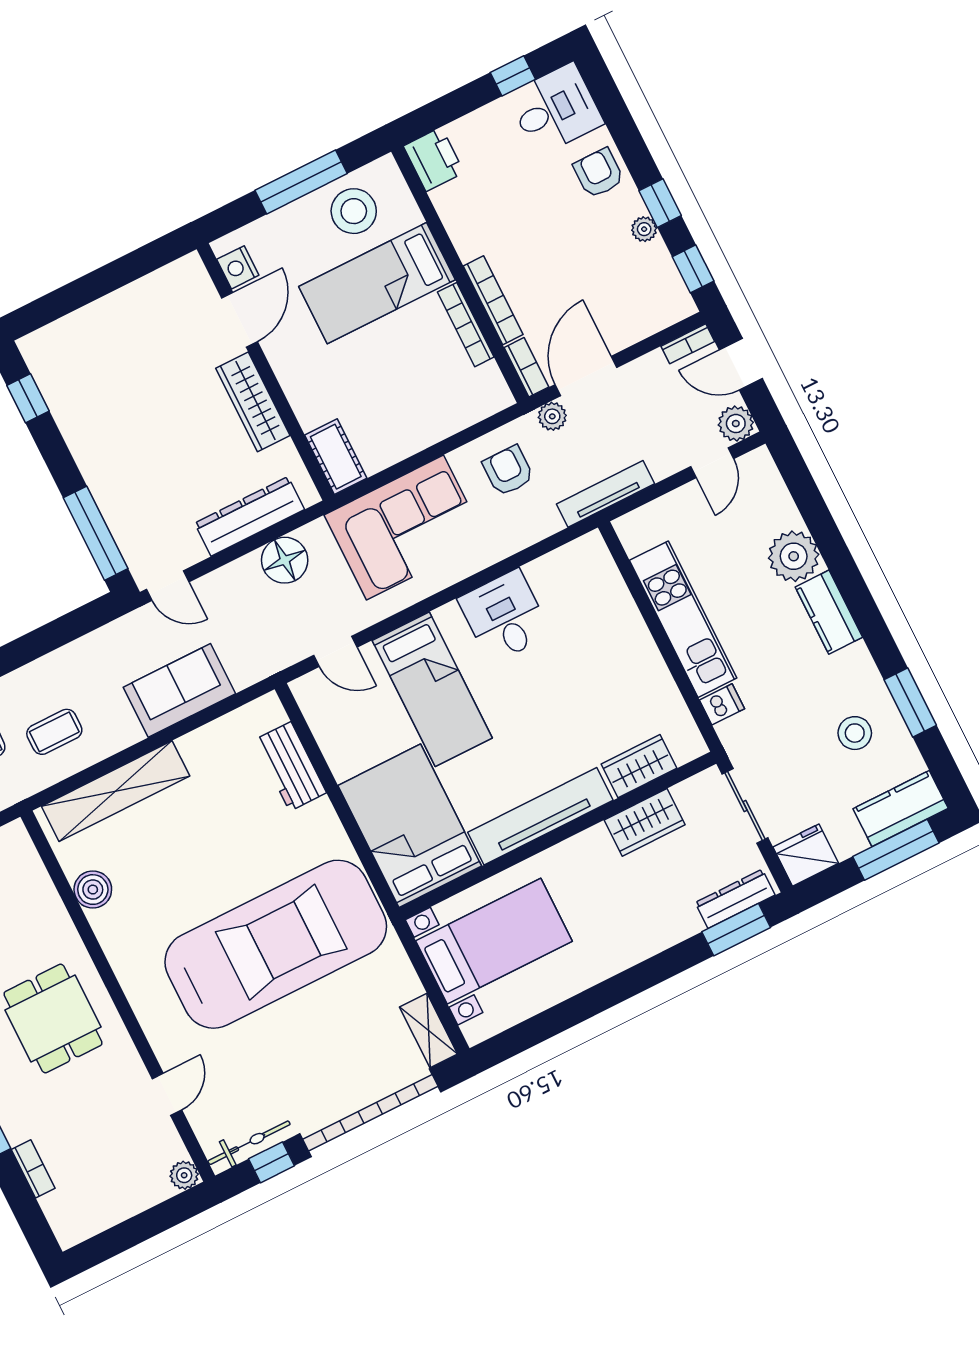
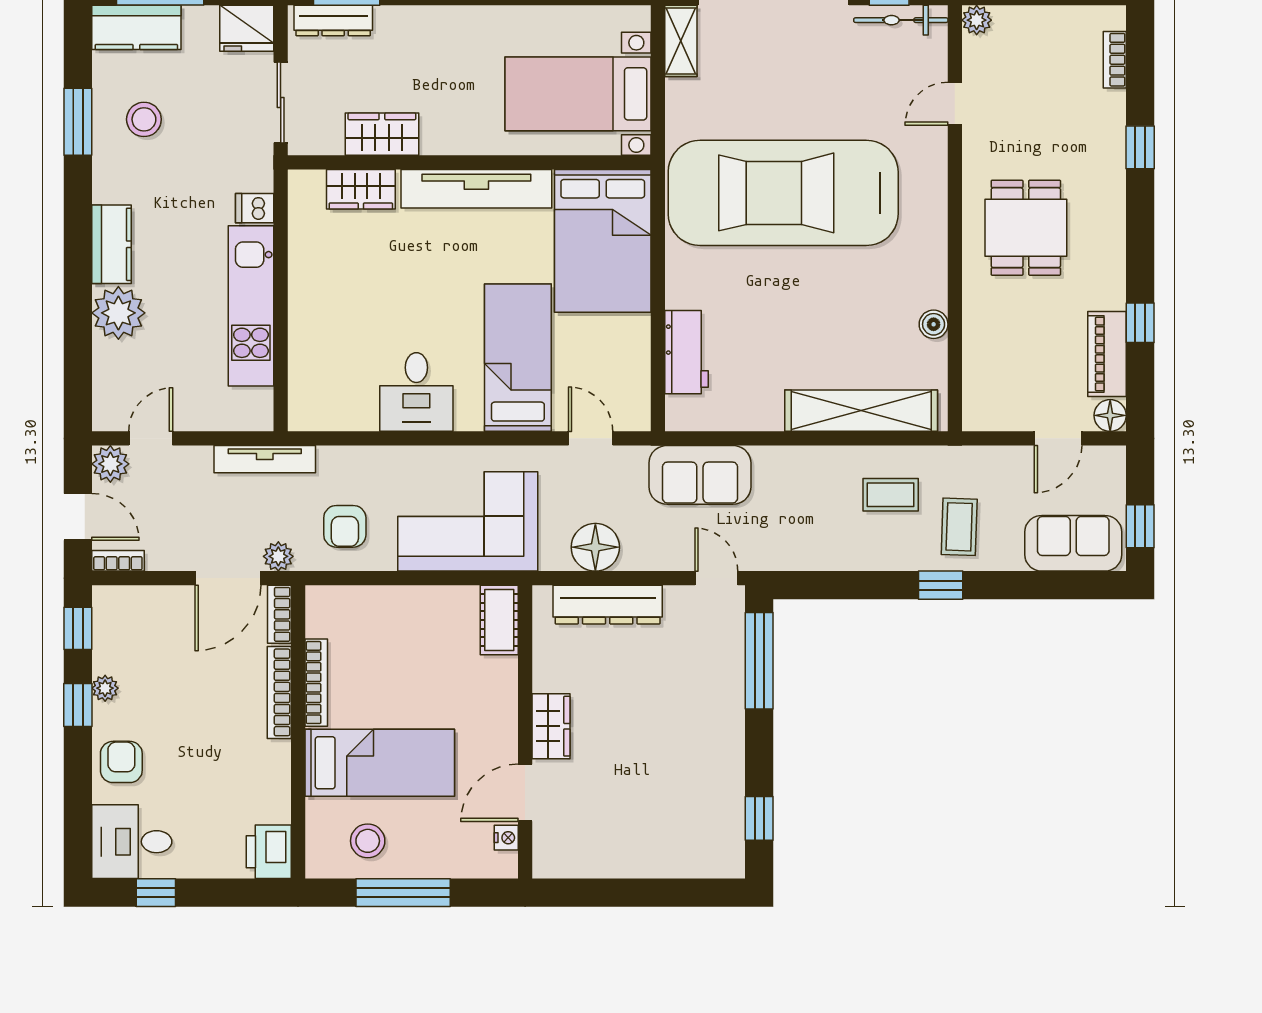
armchair: (599, 173) -> (121, 762), turned 180
stool: (354, 211) -> (368, 841), width x0.73, depth x0.73
nightstand: (238, 267) -> (506, 838), width x0.72, depth x0.74
wardrobe: (253, 402) -> (551, 726), width x0.67
sofa: (179, 690) -> (700, 475), moved
boiler: (93, 890) -> (934, 324), width x0.73, depth x0.73
bookcase: (33, 1169) -> (1115, 60), moved

